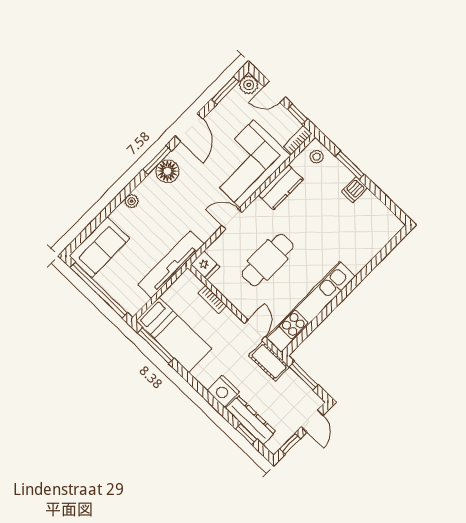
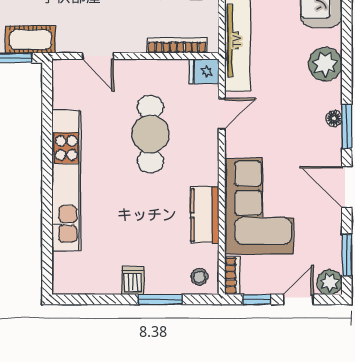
floor lamp: (167, 171) -> (334, 118), width x0.53, depth x0.53
plant: (132, 201) -> (325, 64), width x1.88, depth x1.88
door: (232, 219) -> (222, 114), moved
bookcase: (212, 300) -> (177, 45), width x1.56
kitchen unit: (310, 307) -> (66, 180), moved
cot: (269, 361) -> (30, 40), moved

